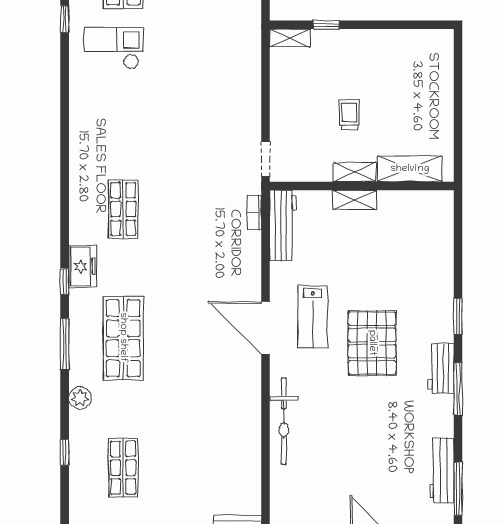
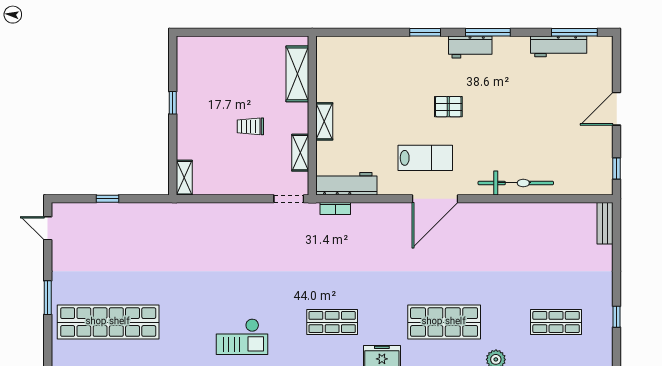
window: (326, 25) -> (173, 103), moved
checkout: (114, 48) -> (242, 337), moved, turned -90
shelving: (354, 172) -> (300, 153), moved
pallet: (372, 343) -> (448, 107), width x0.49, depth x0.50

